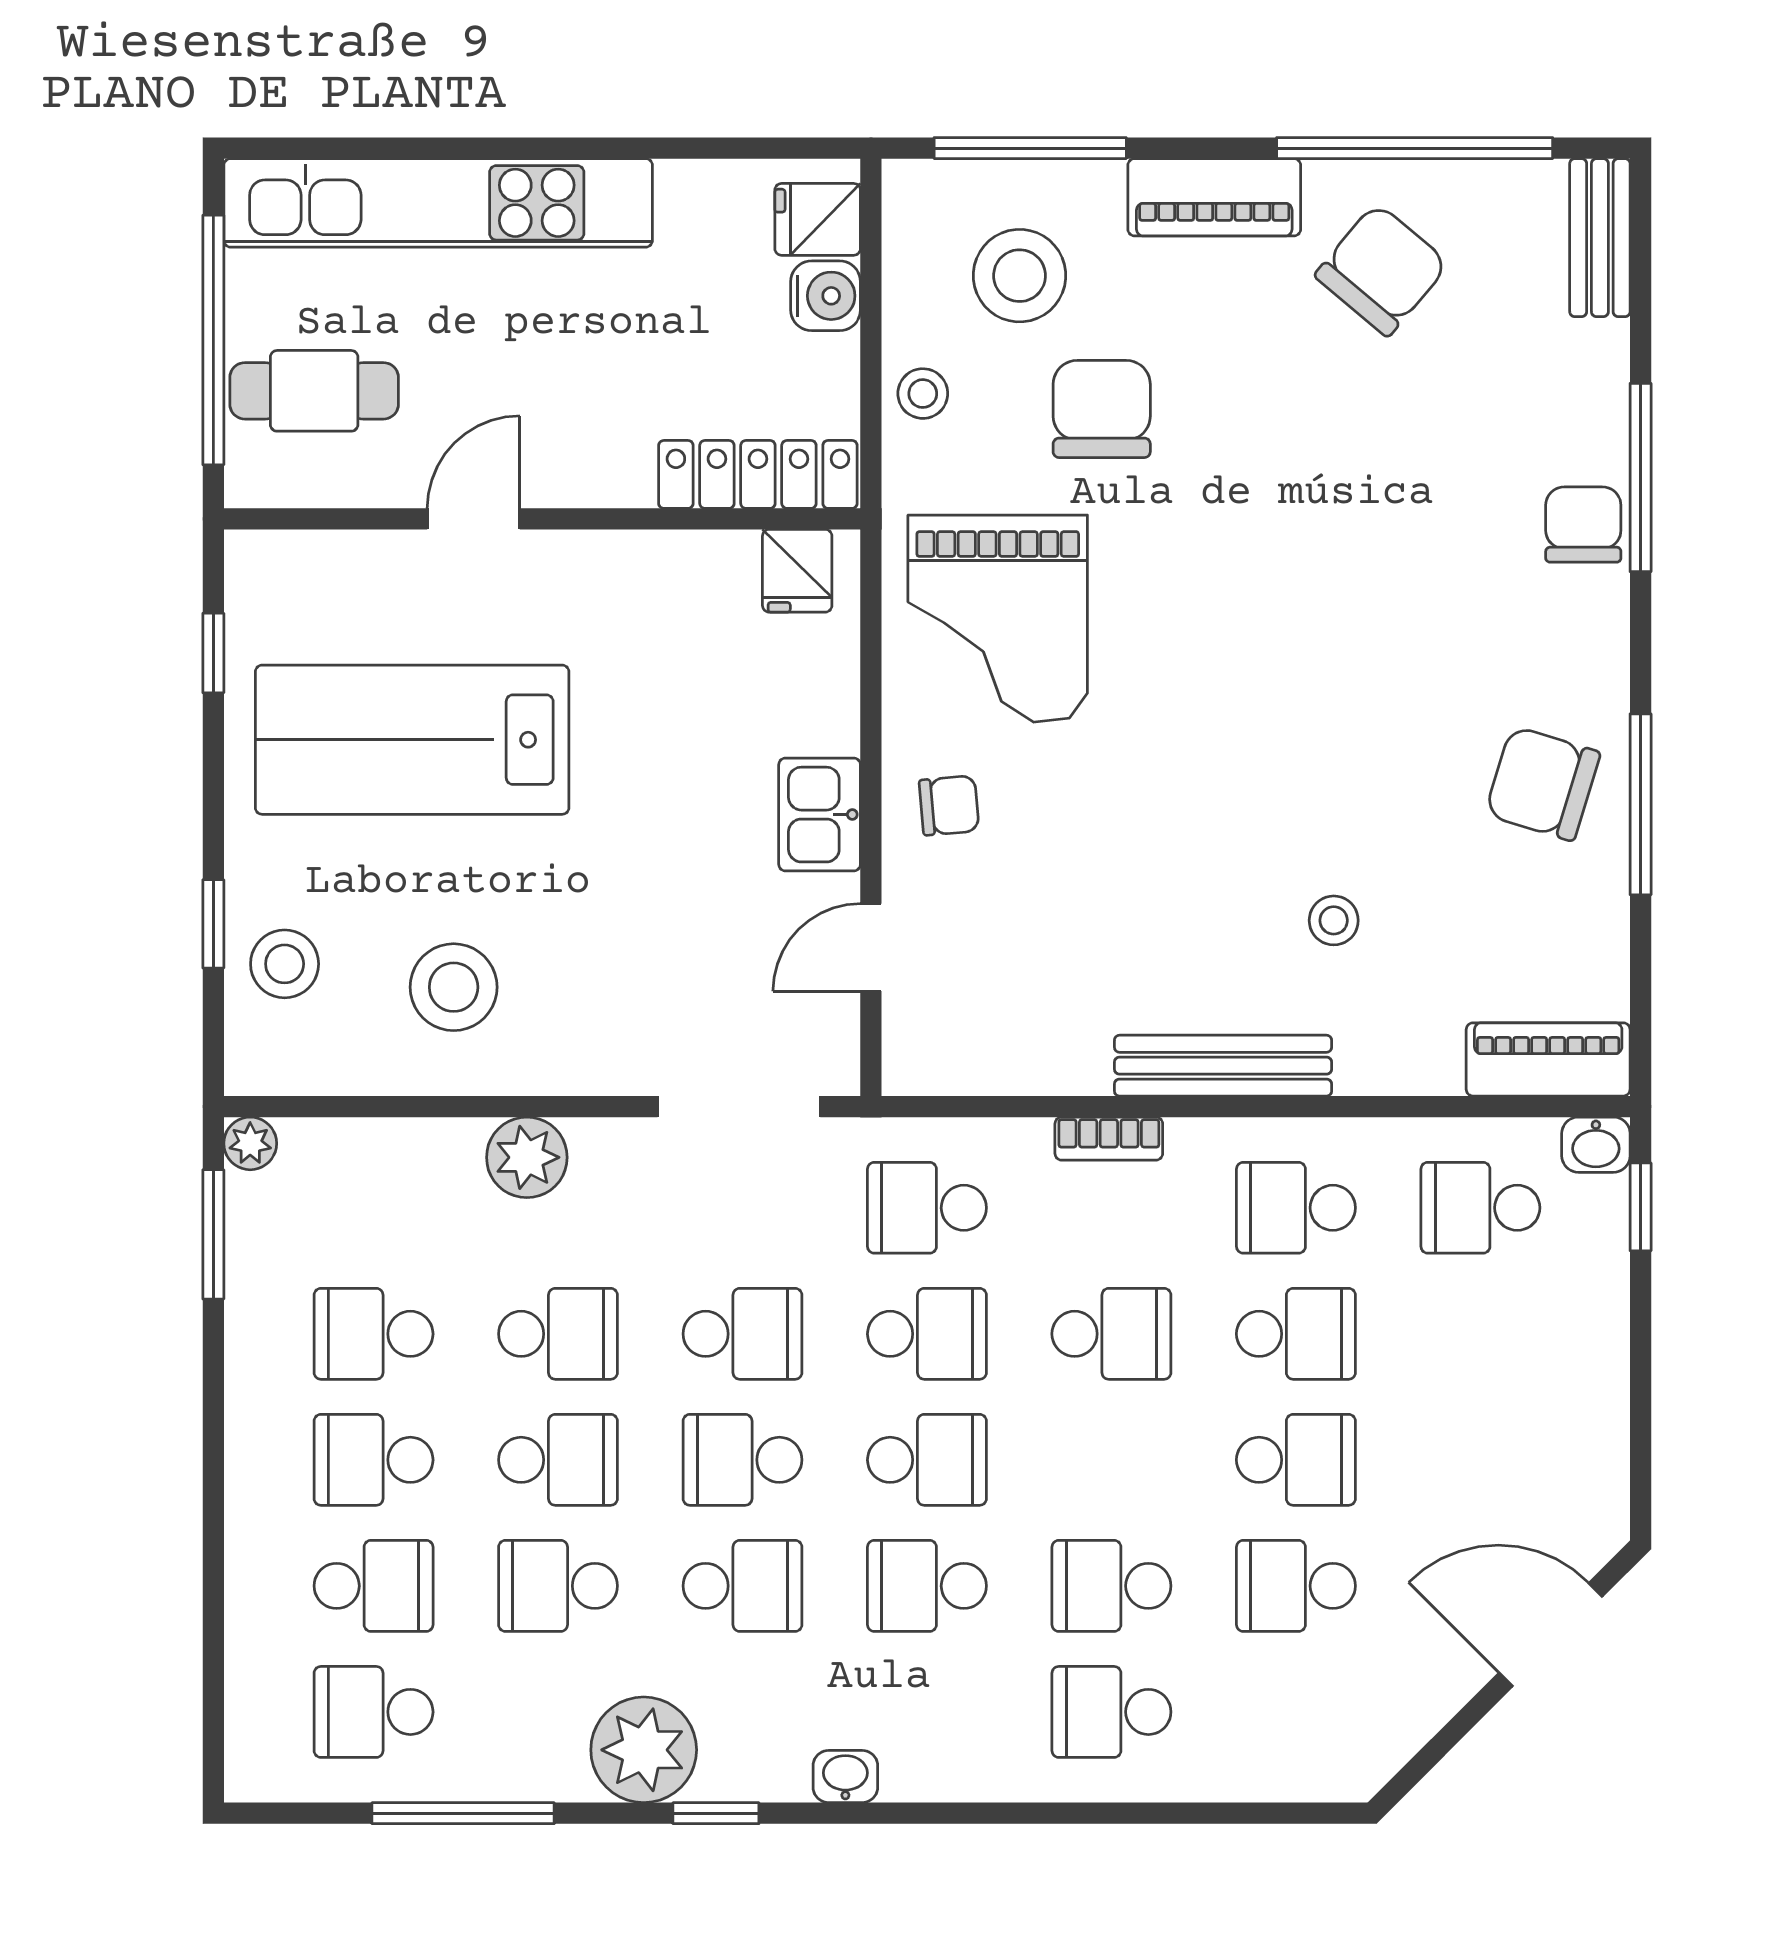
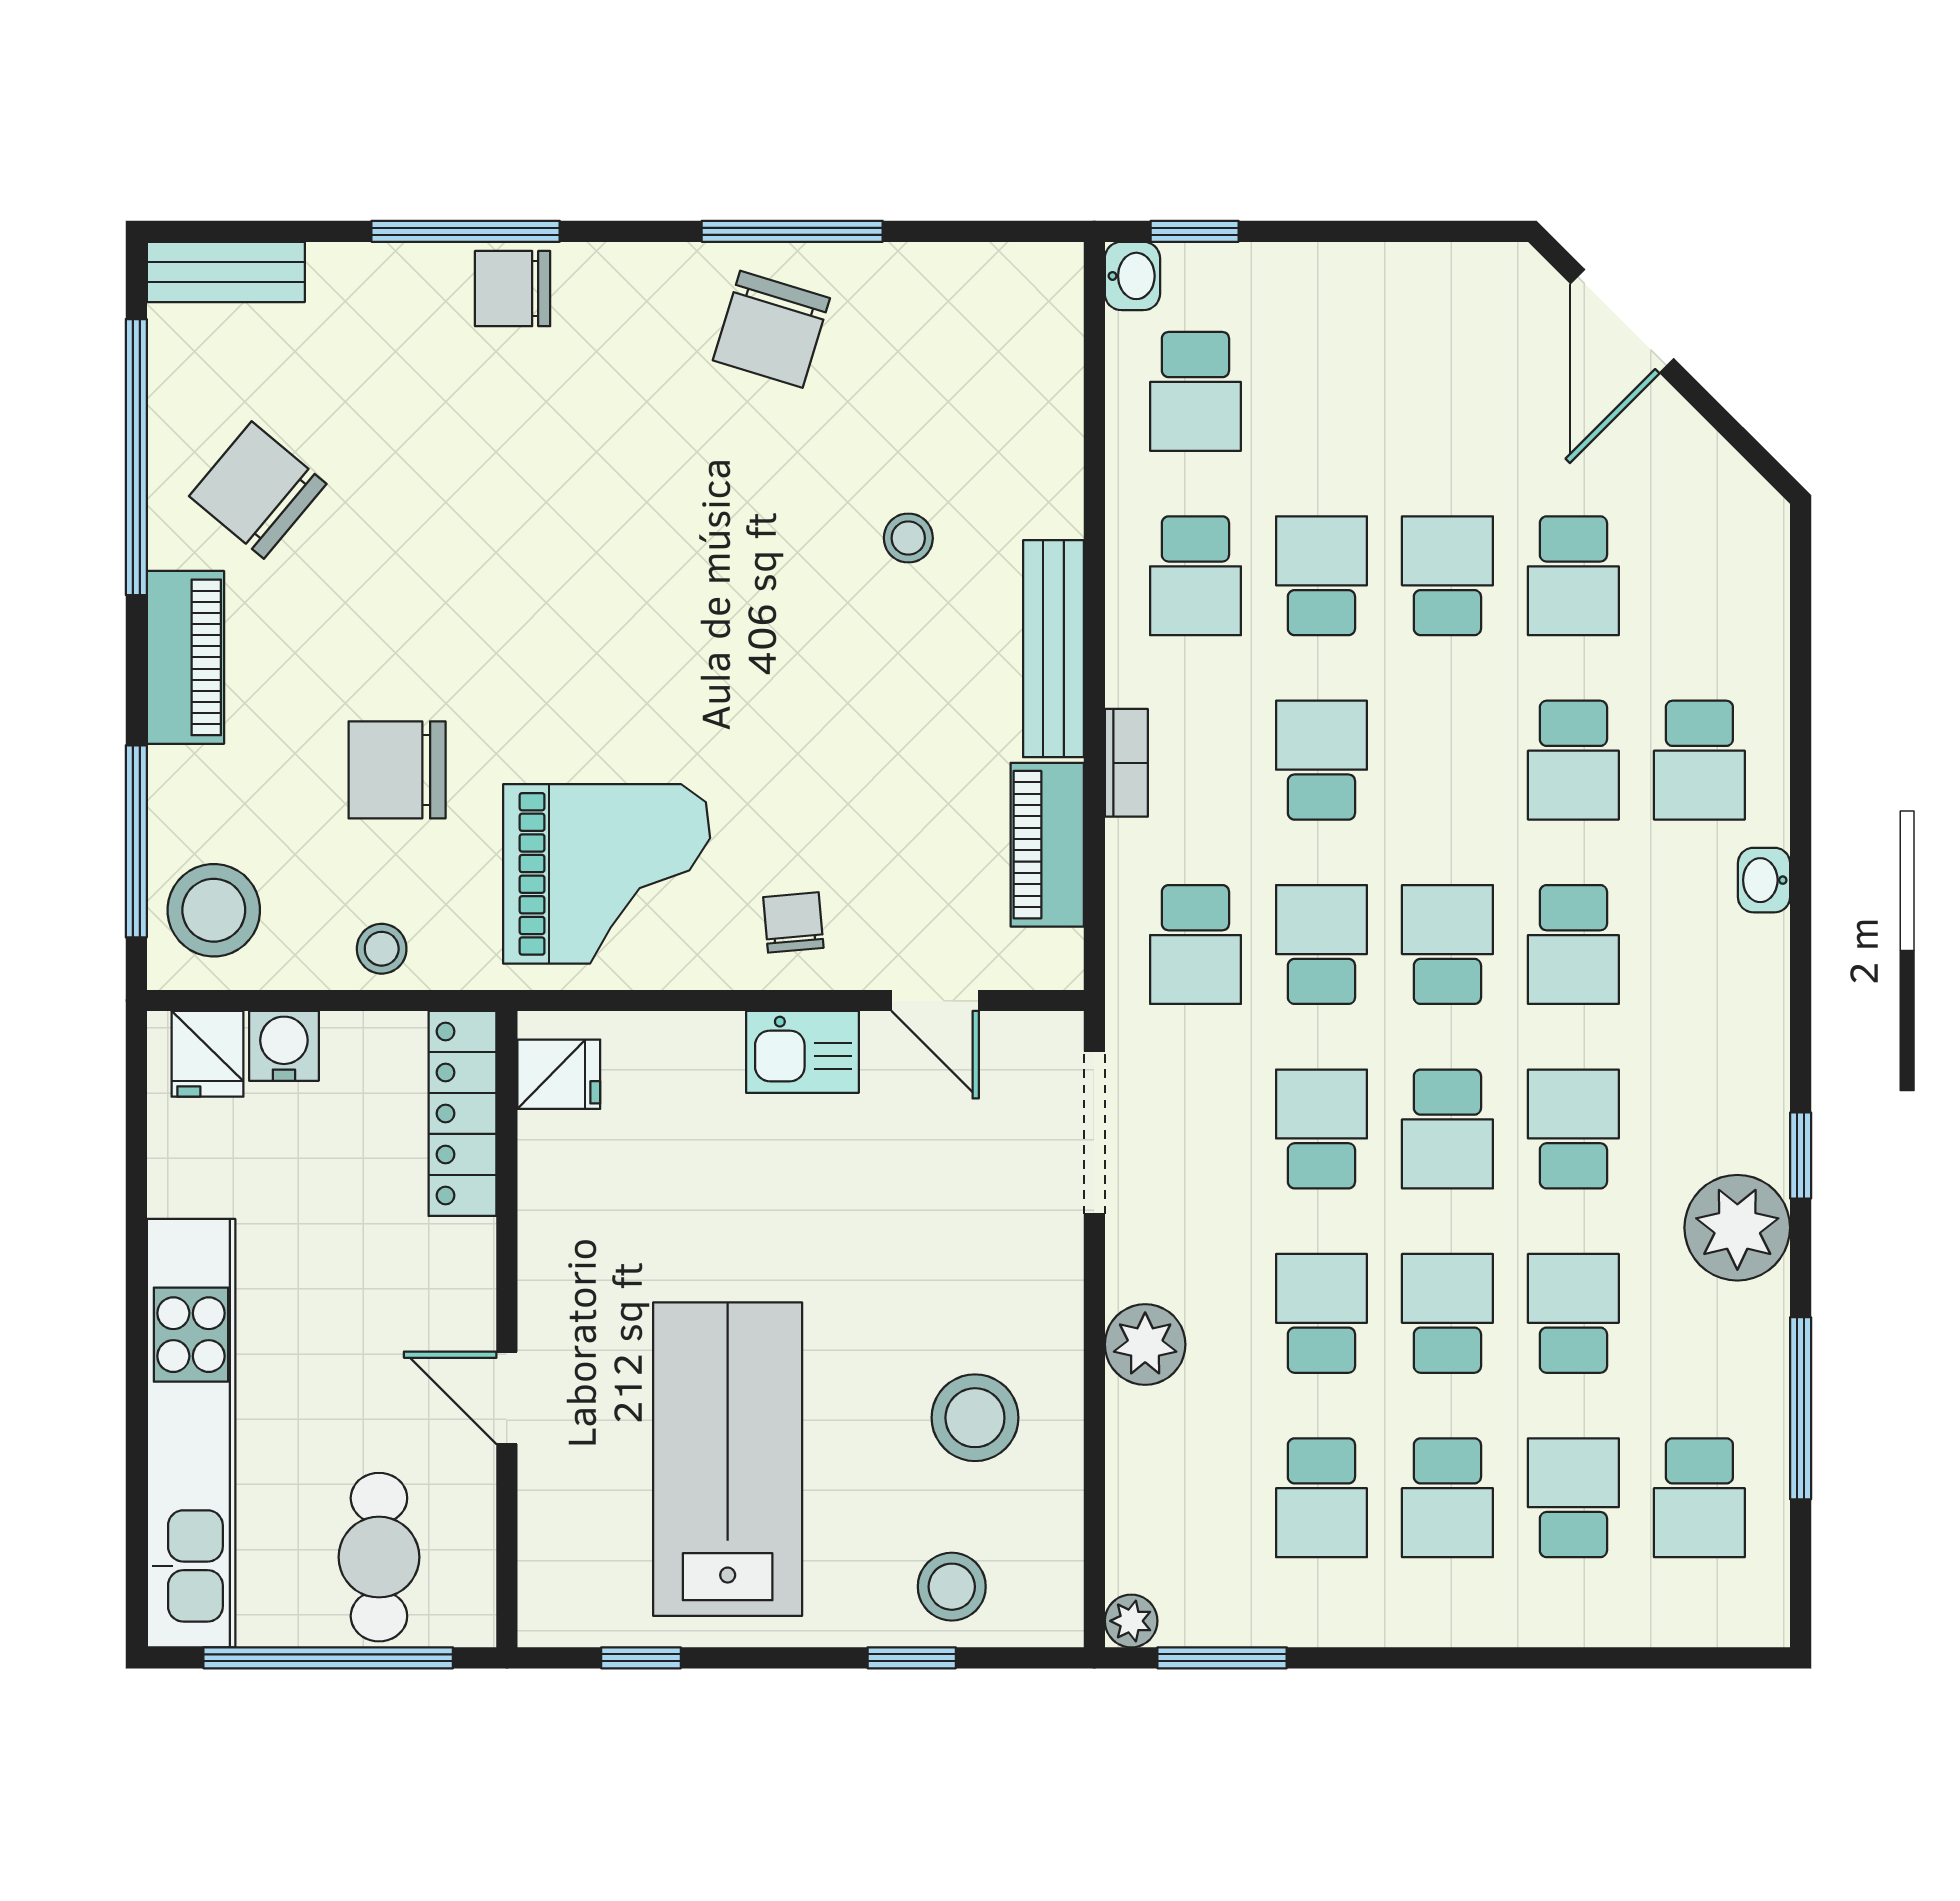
stool: (1020, 276) -> (214, 910), moved
lab bench: (412, 740) -> (728, 1459), turned 180
piano: (1548, 1059) -> (1047, 845), moved
school desk: (558, 1586) -> (1573, 1313), turned 180
washbasin: (845, 1776) -> (1764, 880), moved

